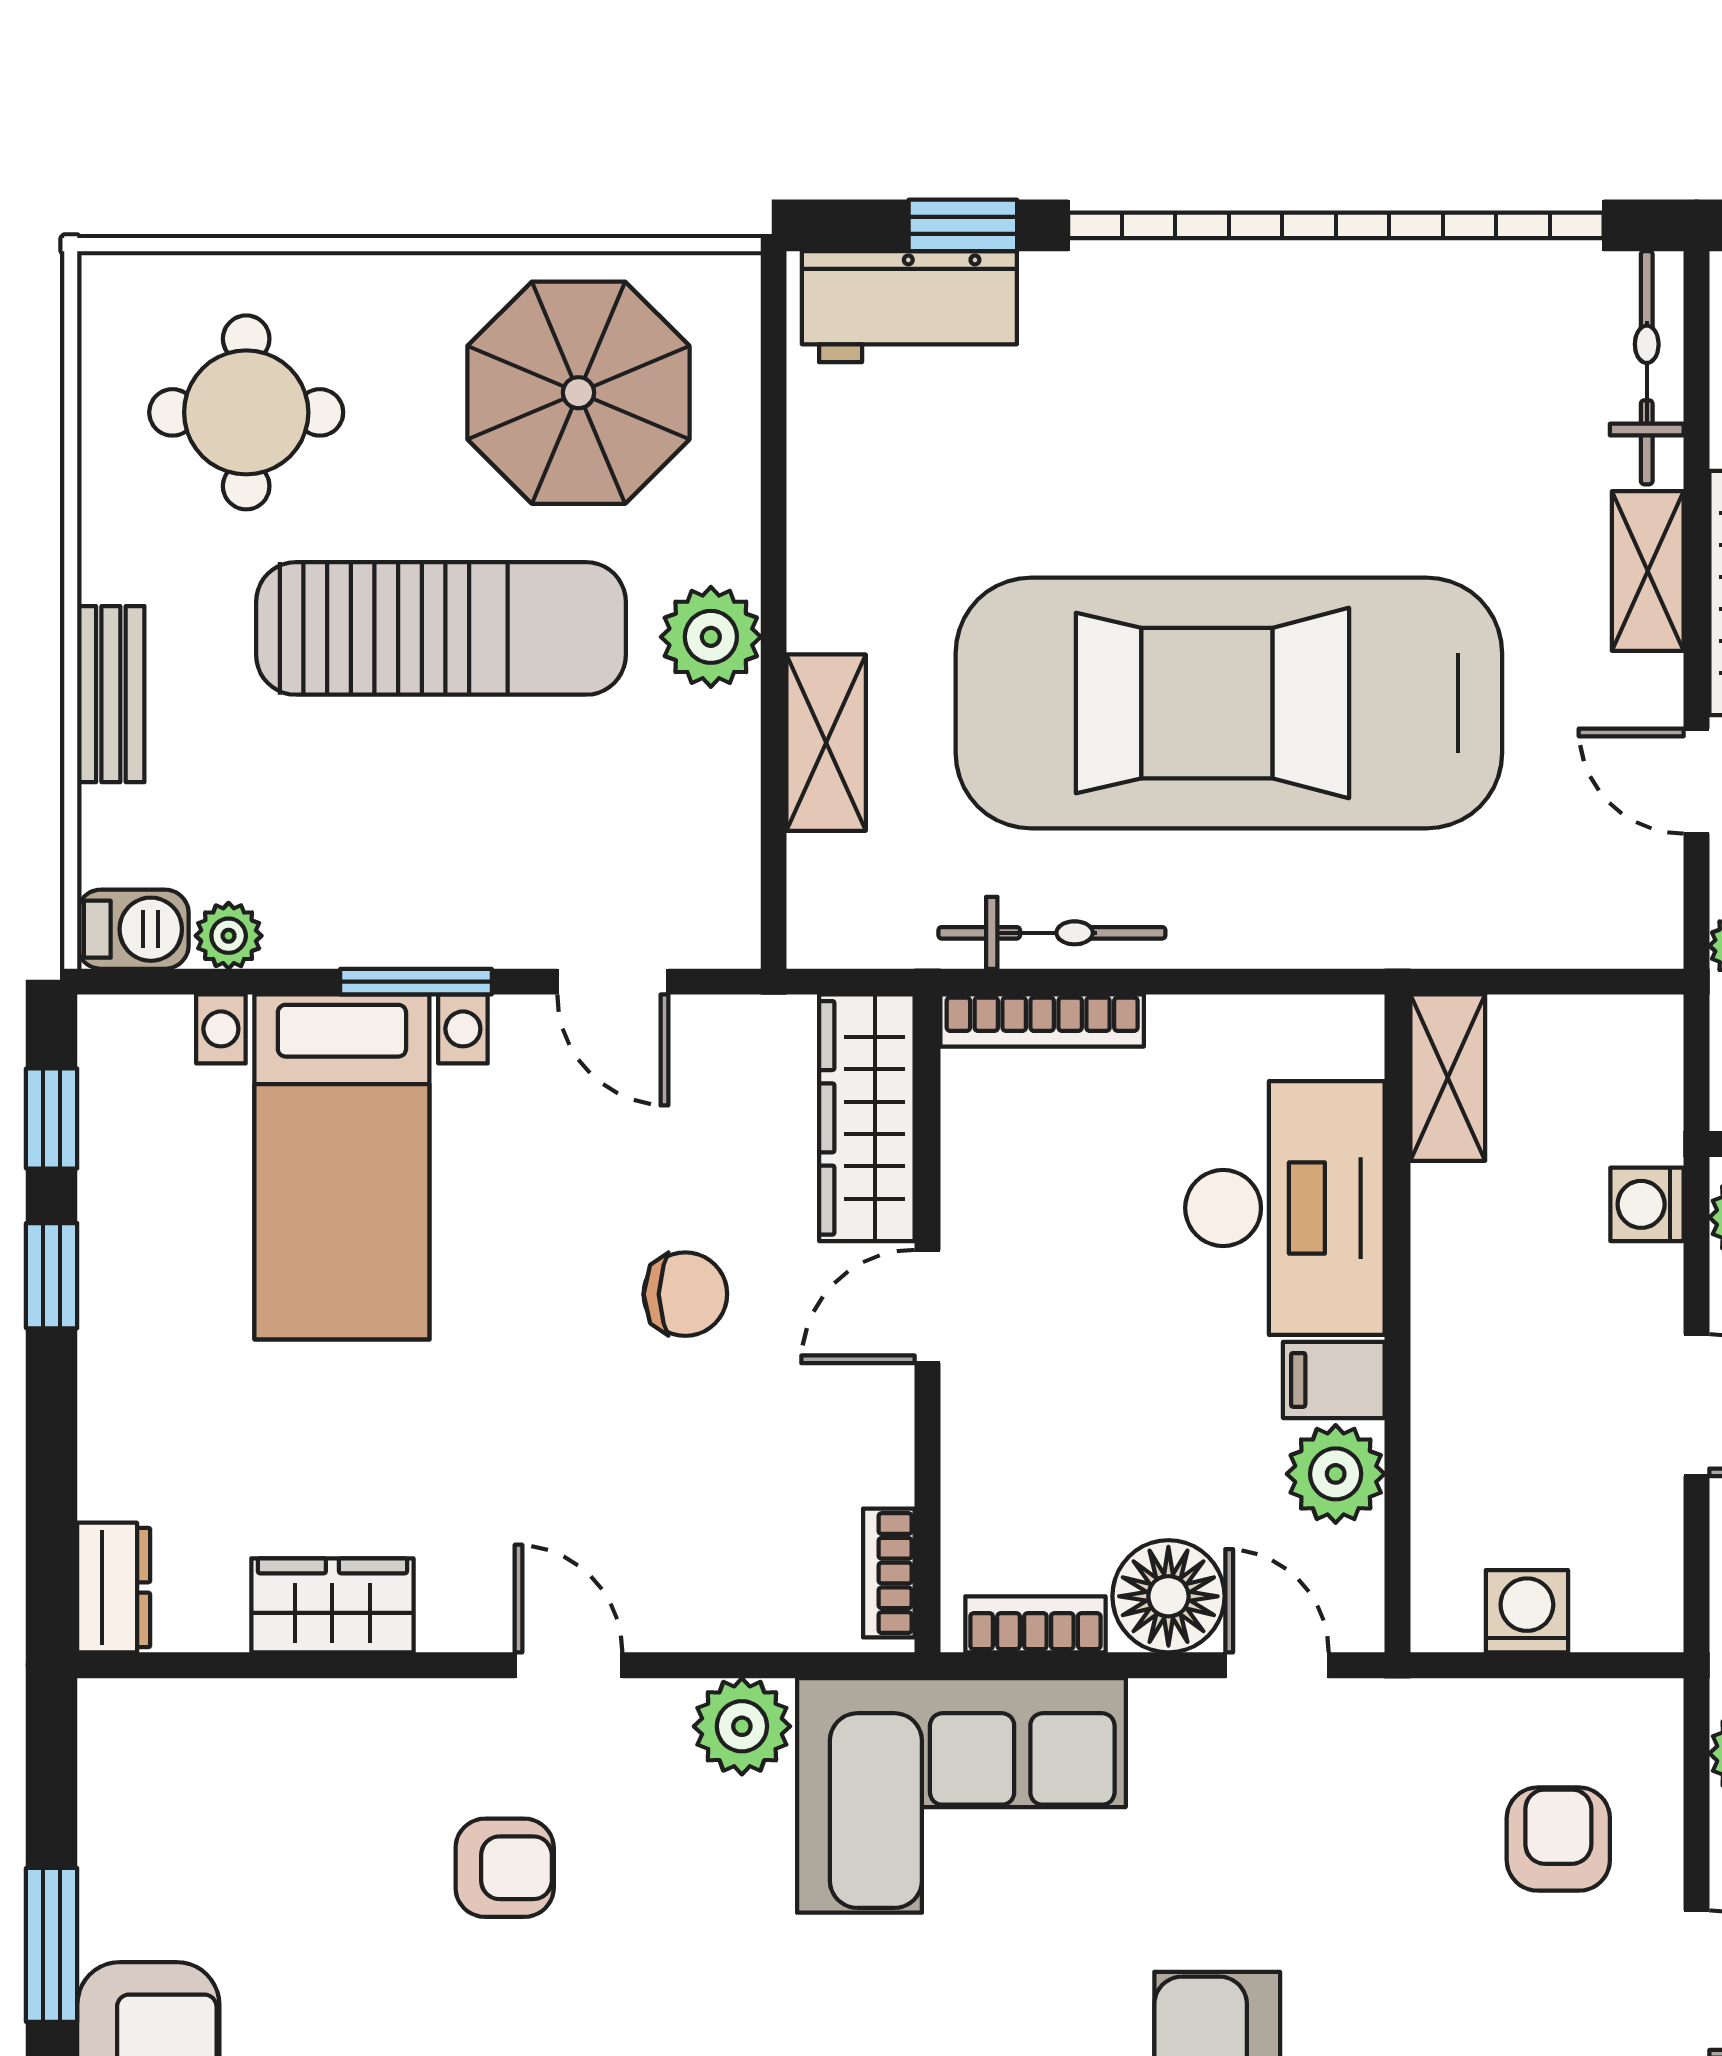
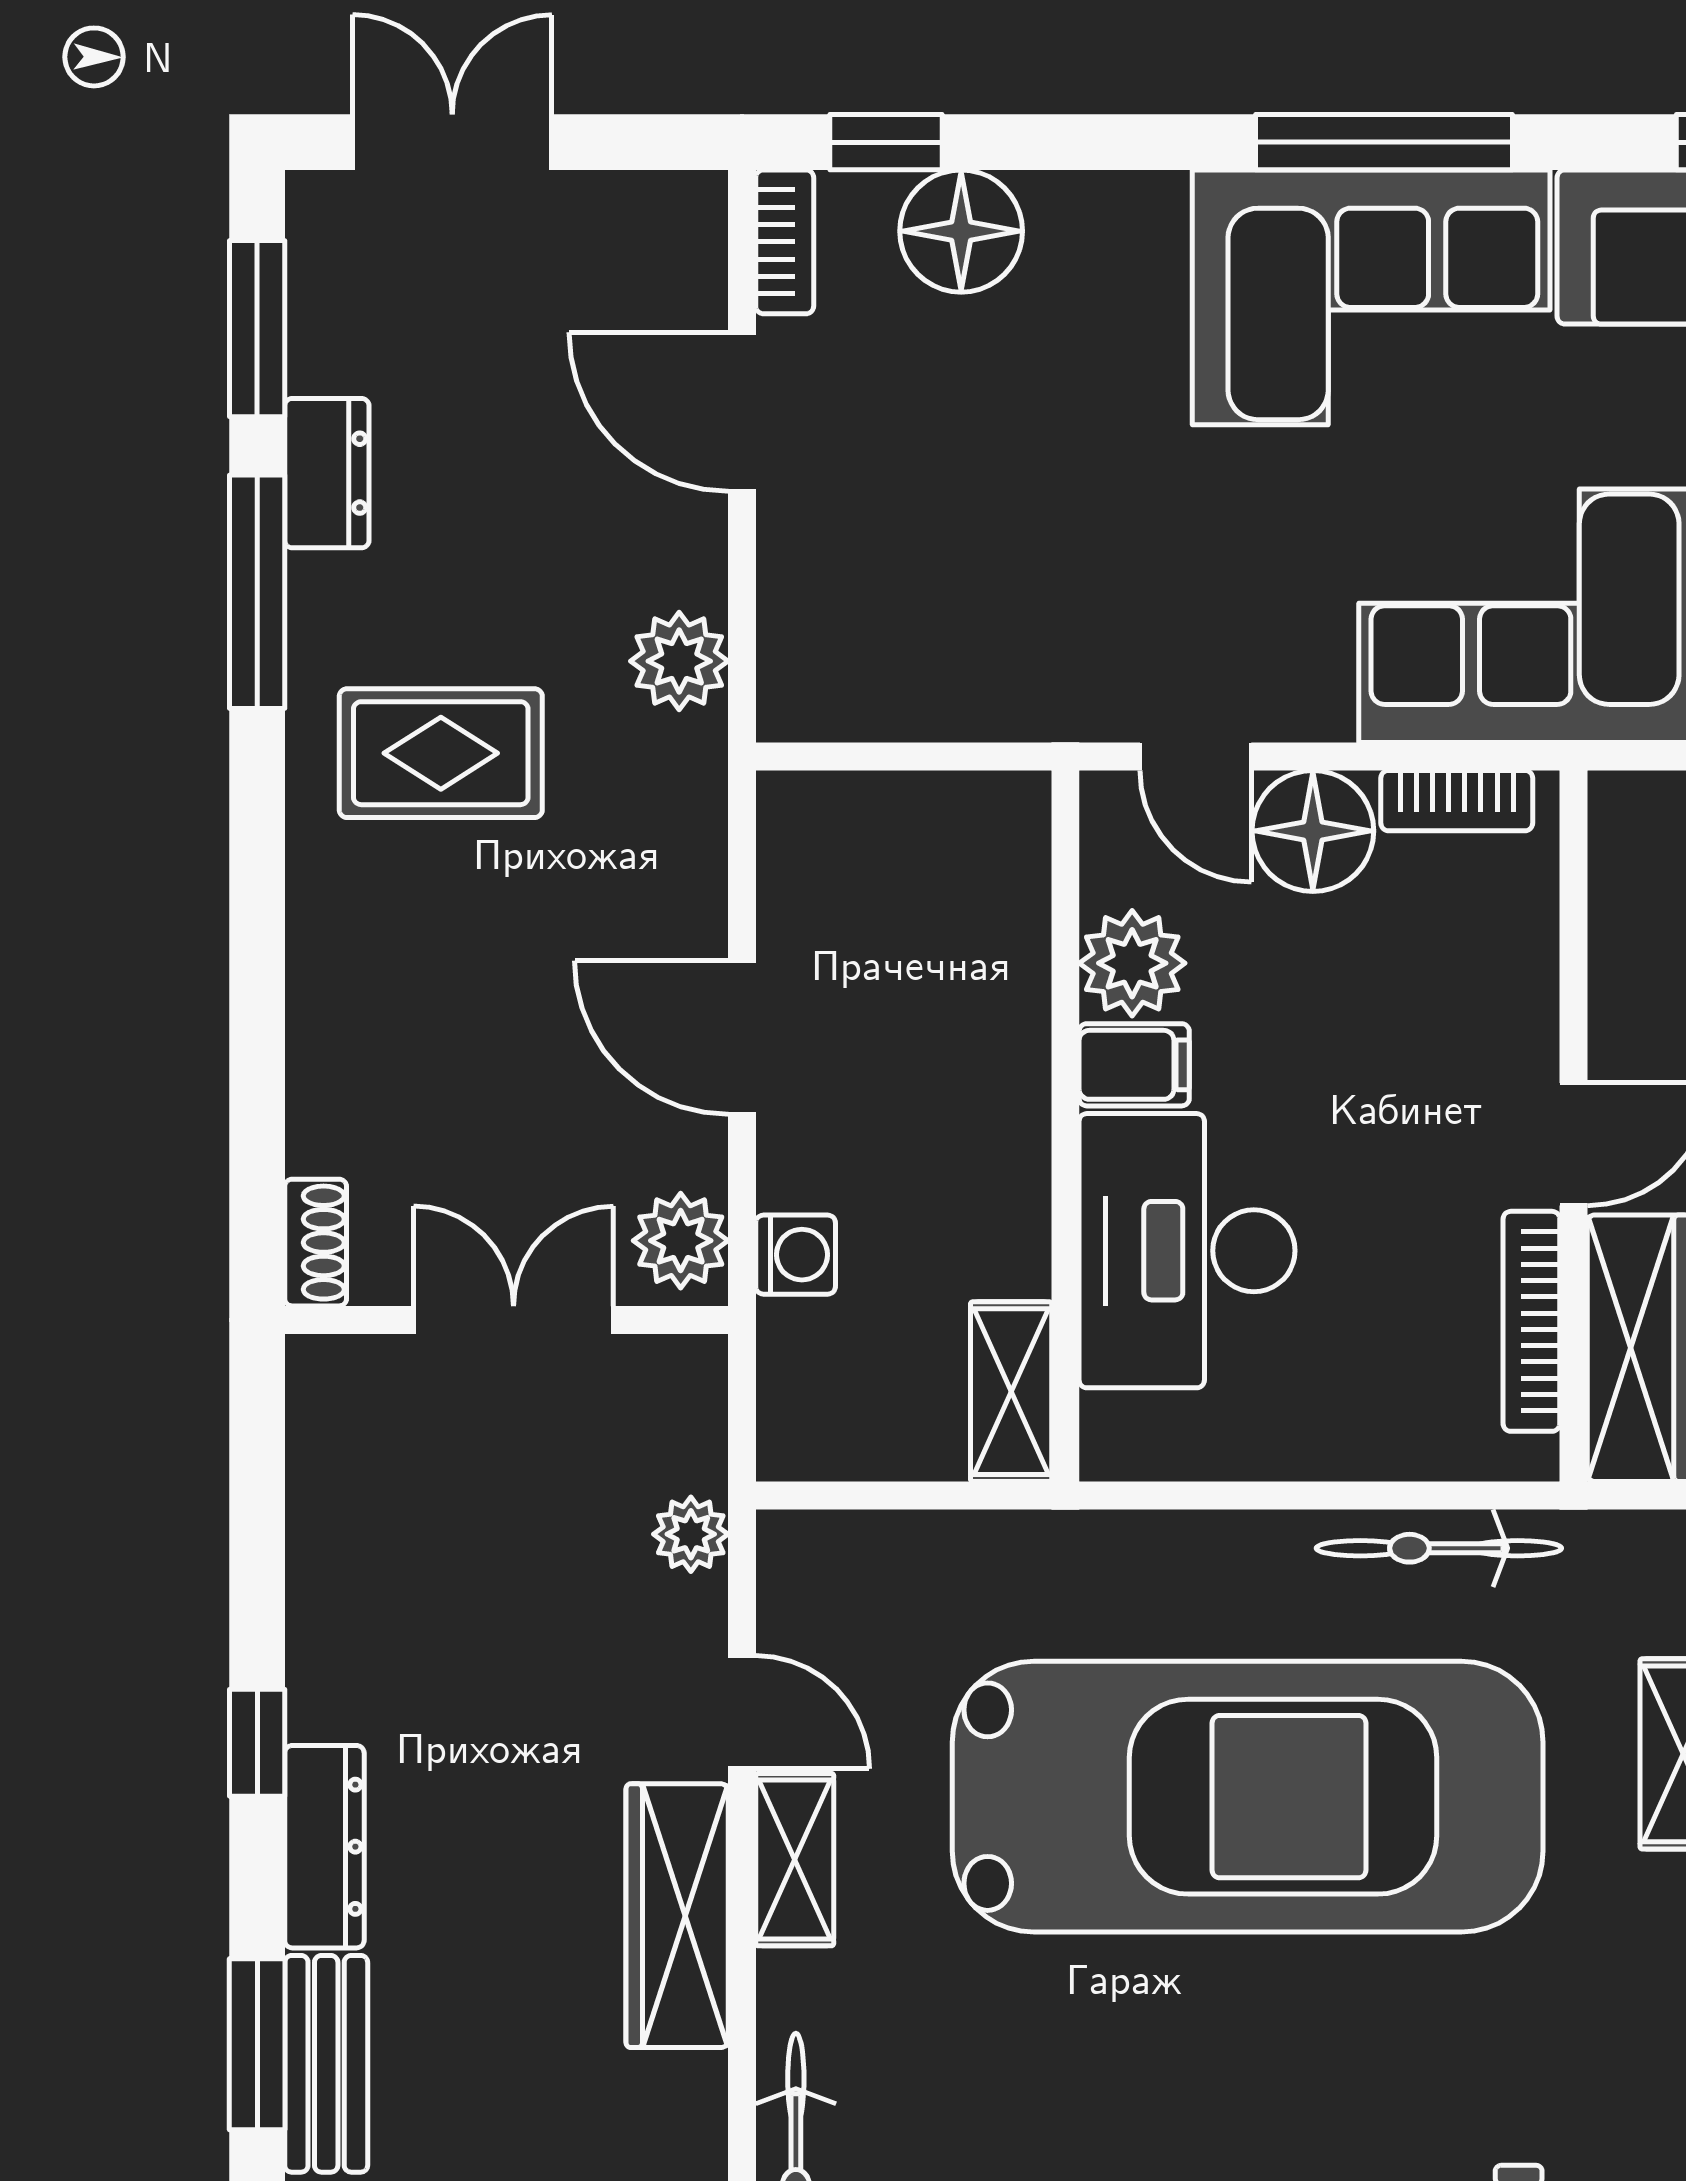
shelving: (1648, 571) -> (795, 1860), moved
bookcase: (1042, 1020) -> (1531, 1321), moved, turned -90
bookcase: (889, 1573) -> (1615, 856), removed
washing machine: (1527, 1611) -> (925, 815), removed
armchair: (1558, 1839) -> (891, 568), removed

